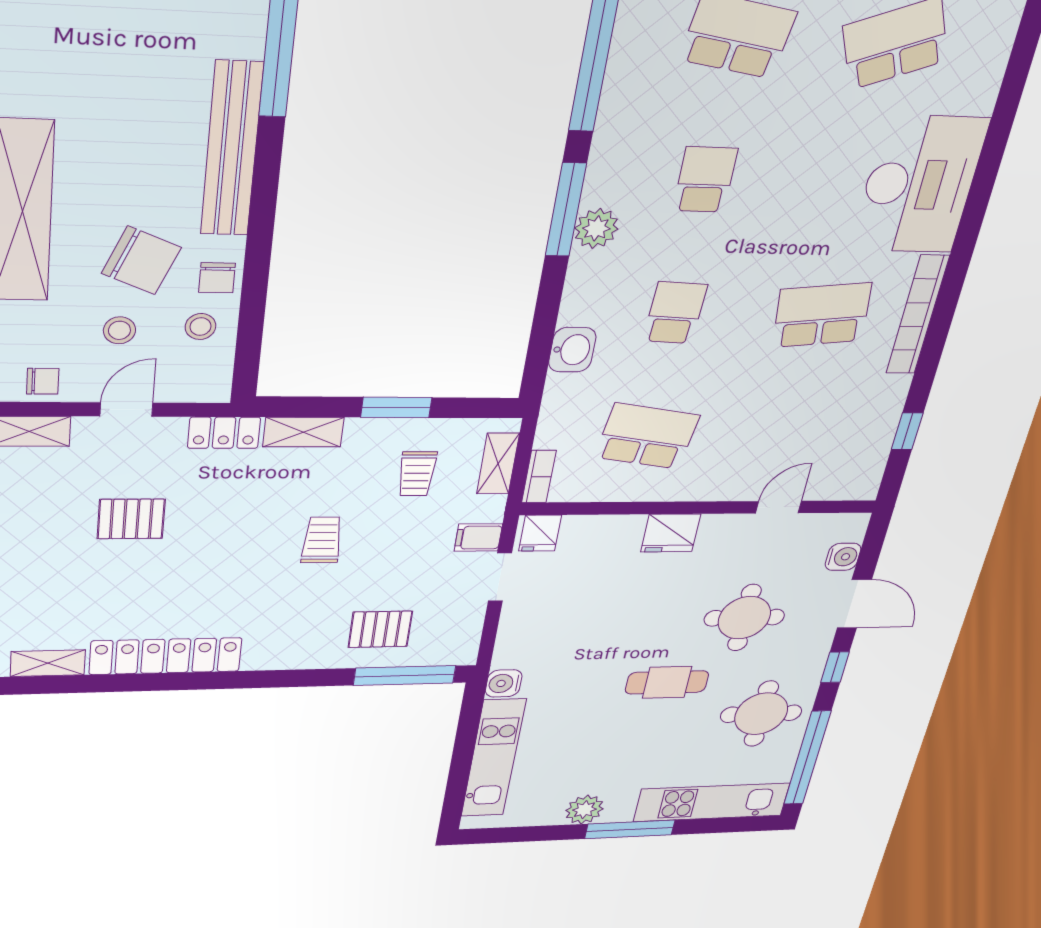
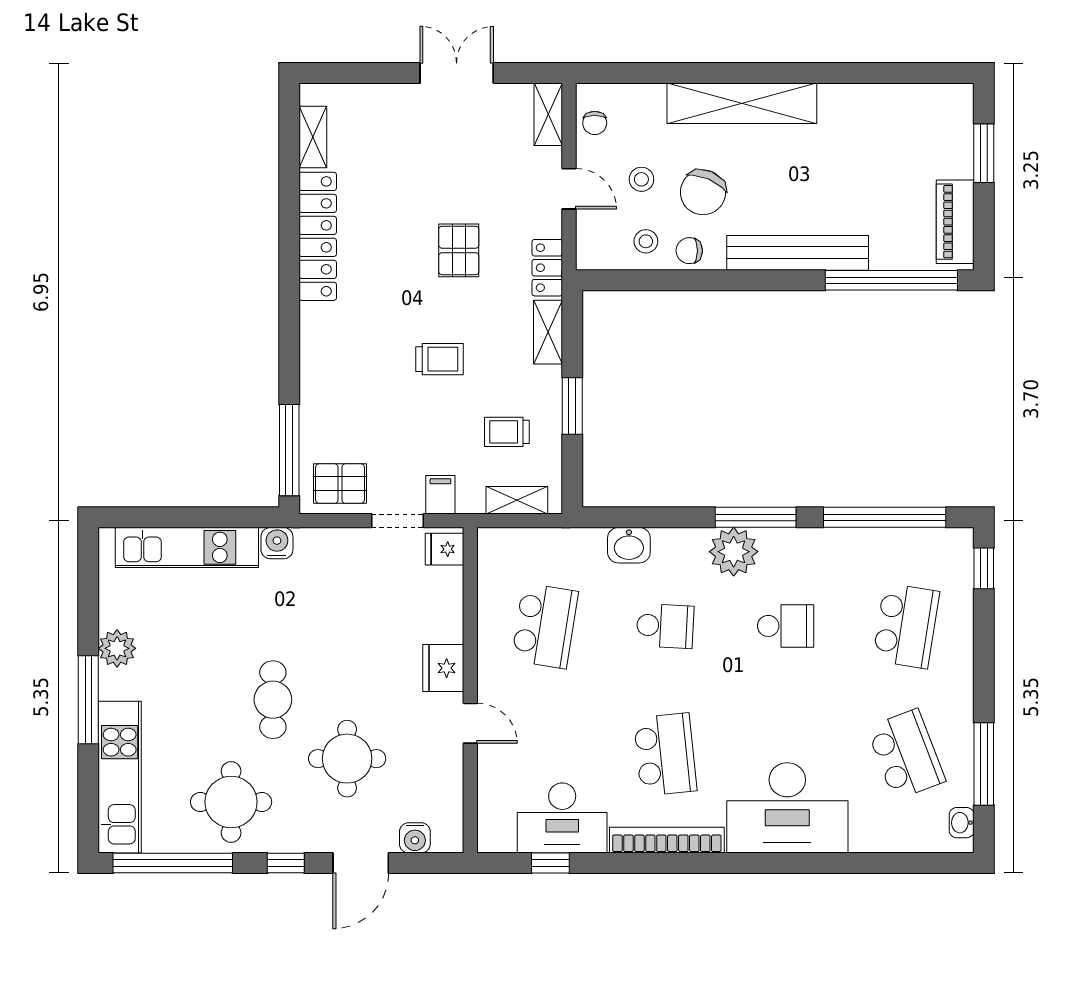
plant: (596, 228) -> (734, 552), width x1.36, depth x1.36
desk: (863, 420) -> (562, 818), added
bookcase: (539, 477) -> (504, 538), removed
door: (779, 507) -> (470, 723), moved
pallet: (131, 519) -> (459, 250), moved
pallet: (380, 629) -> (340, 484), moved, turned 90

